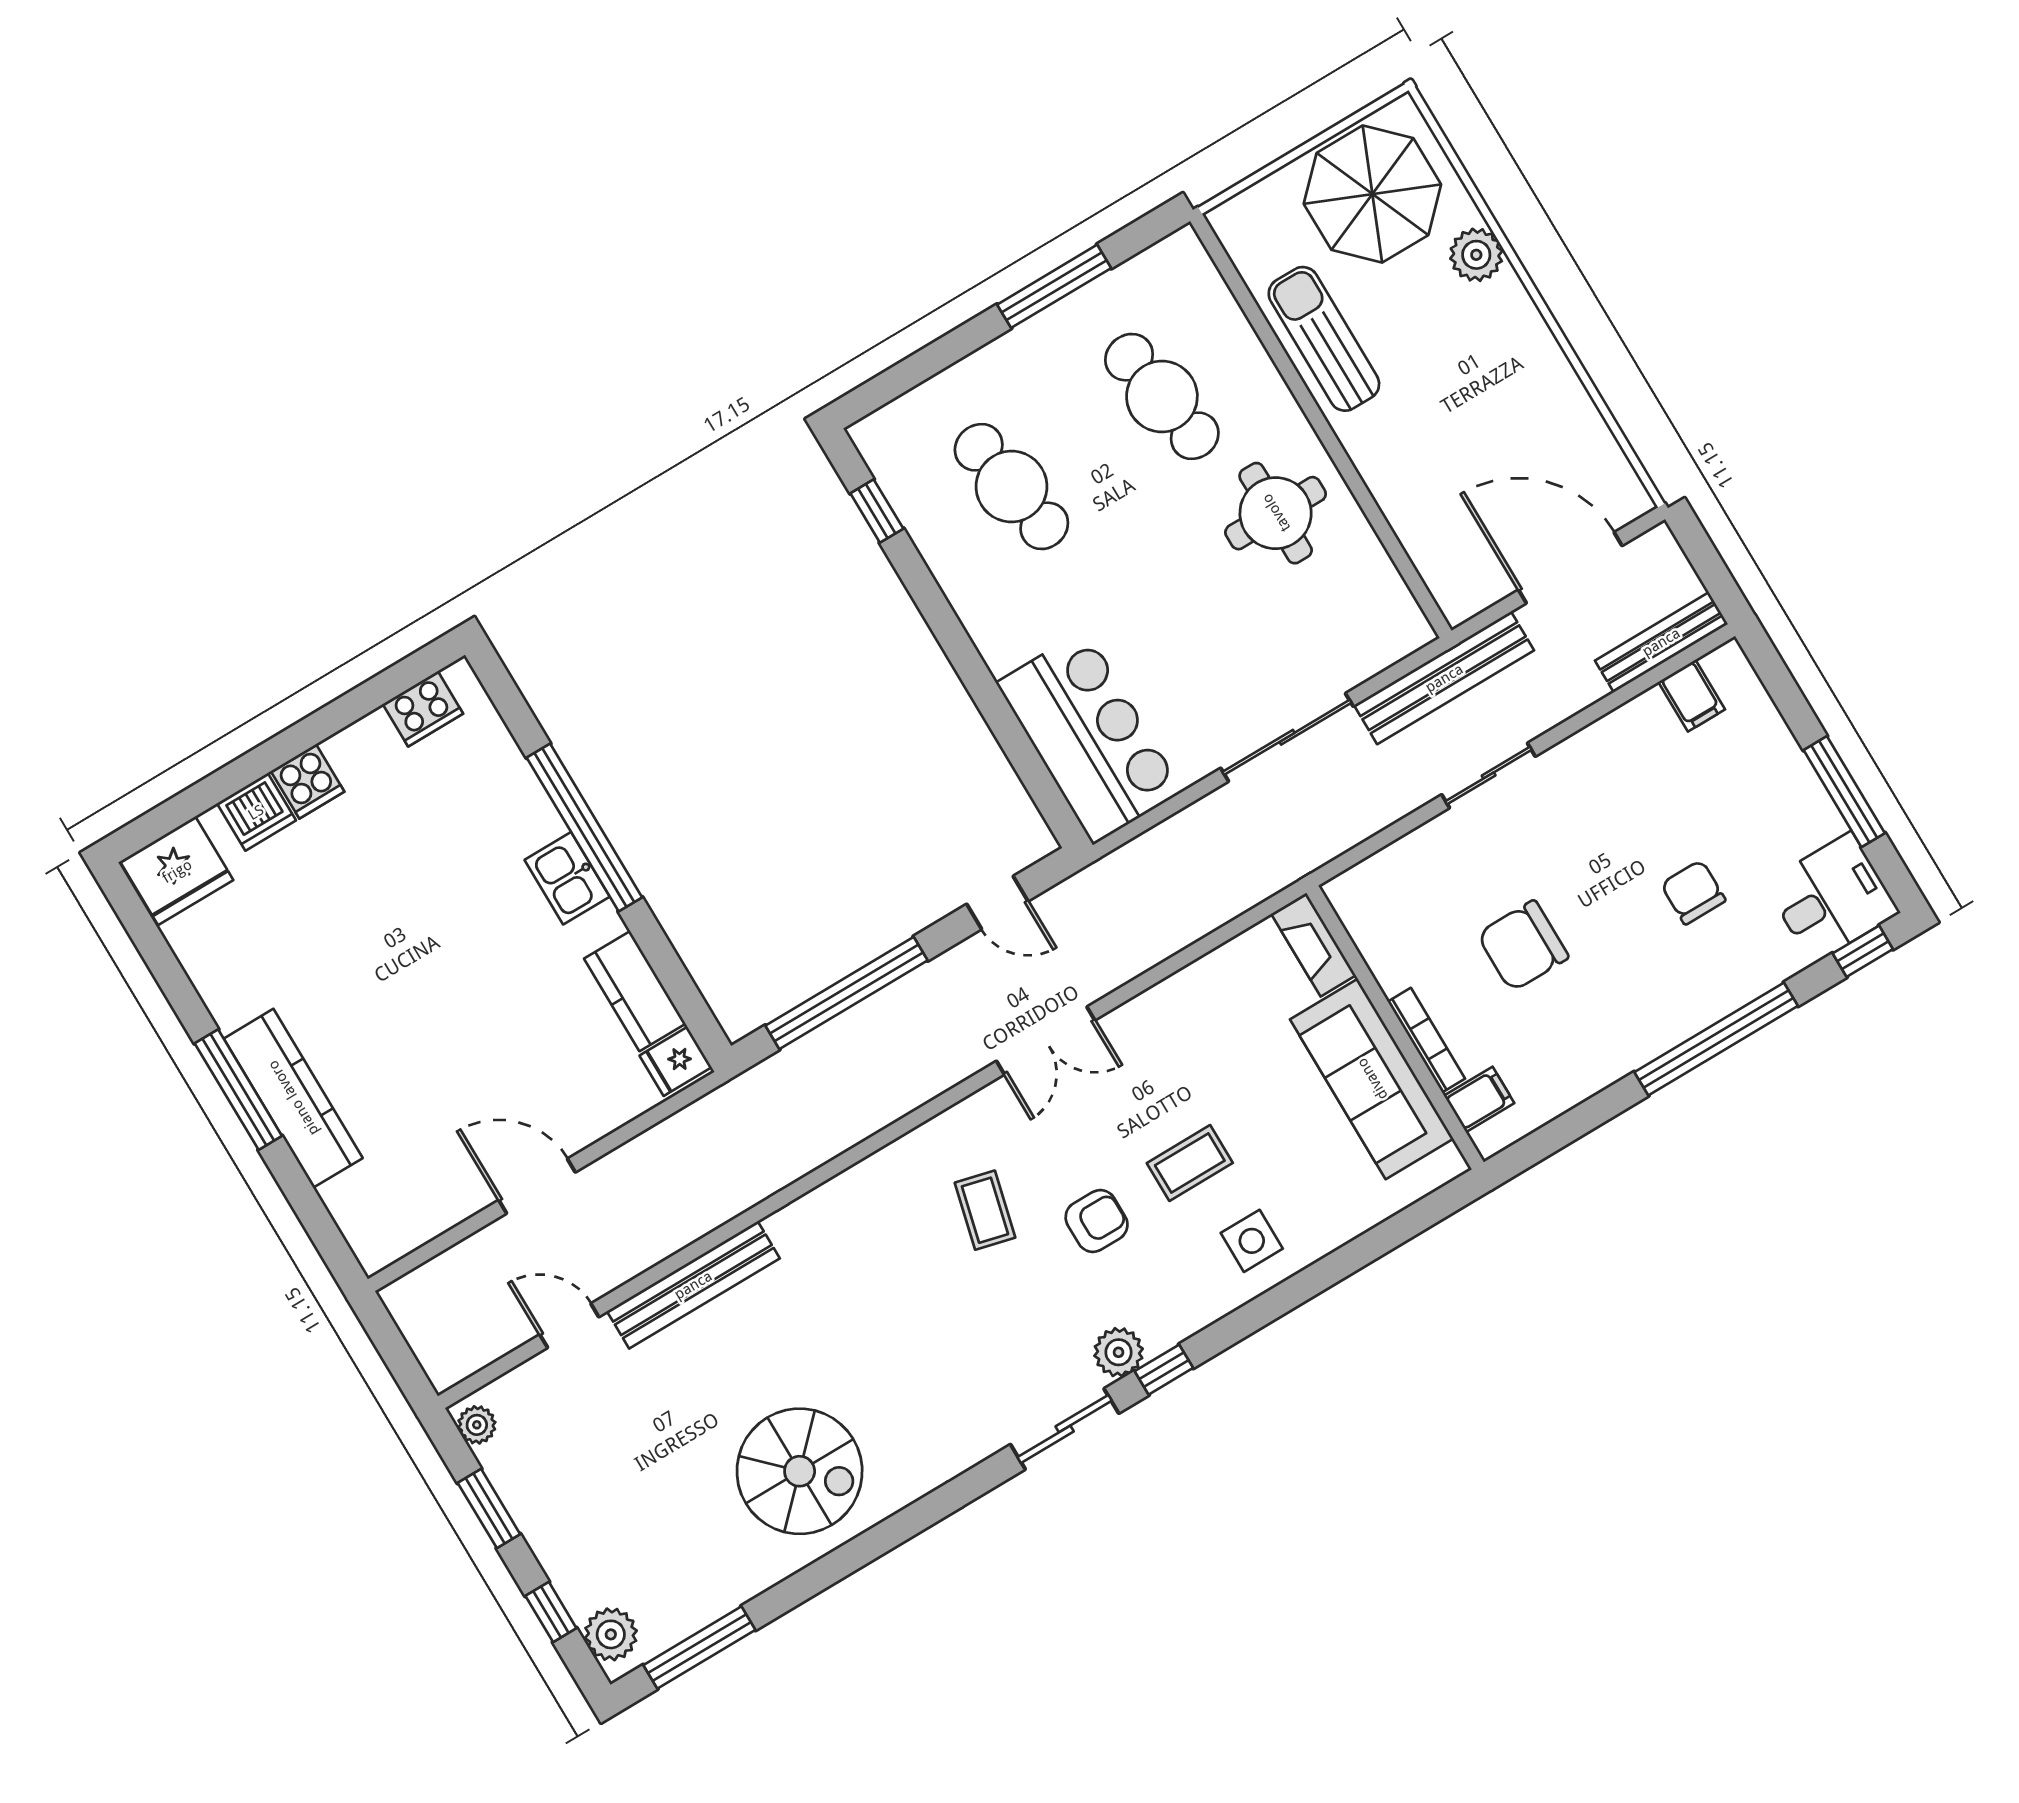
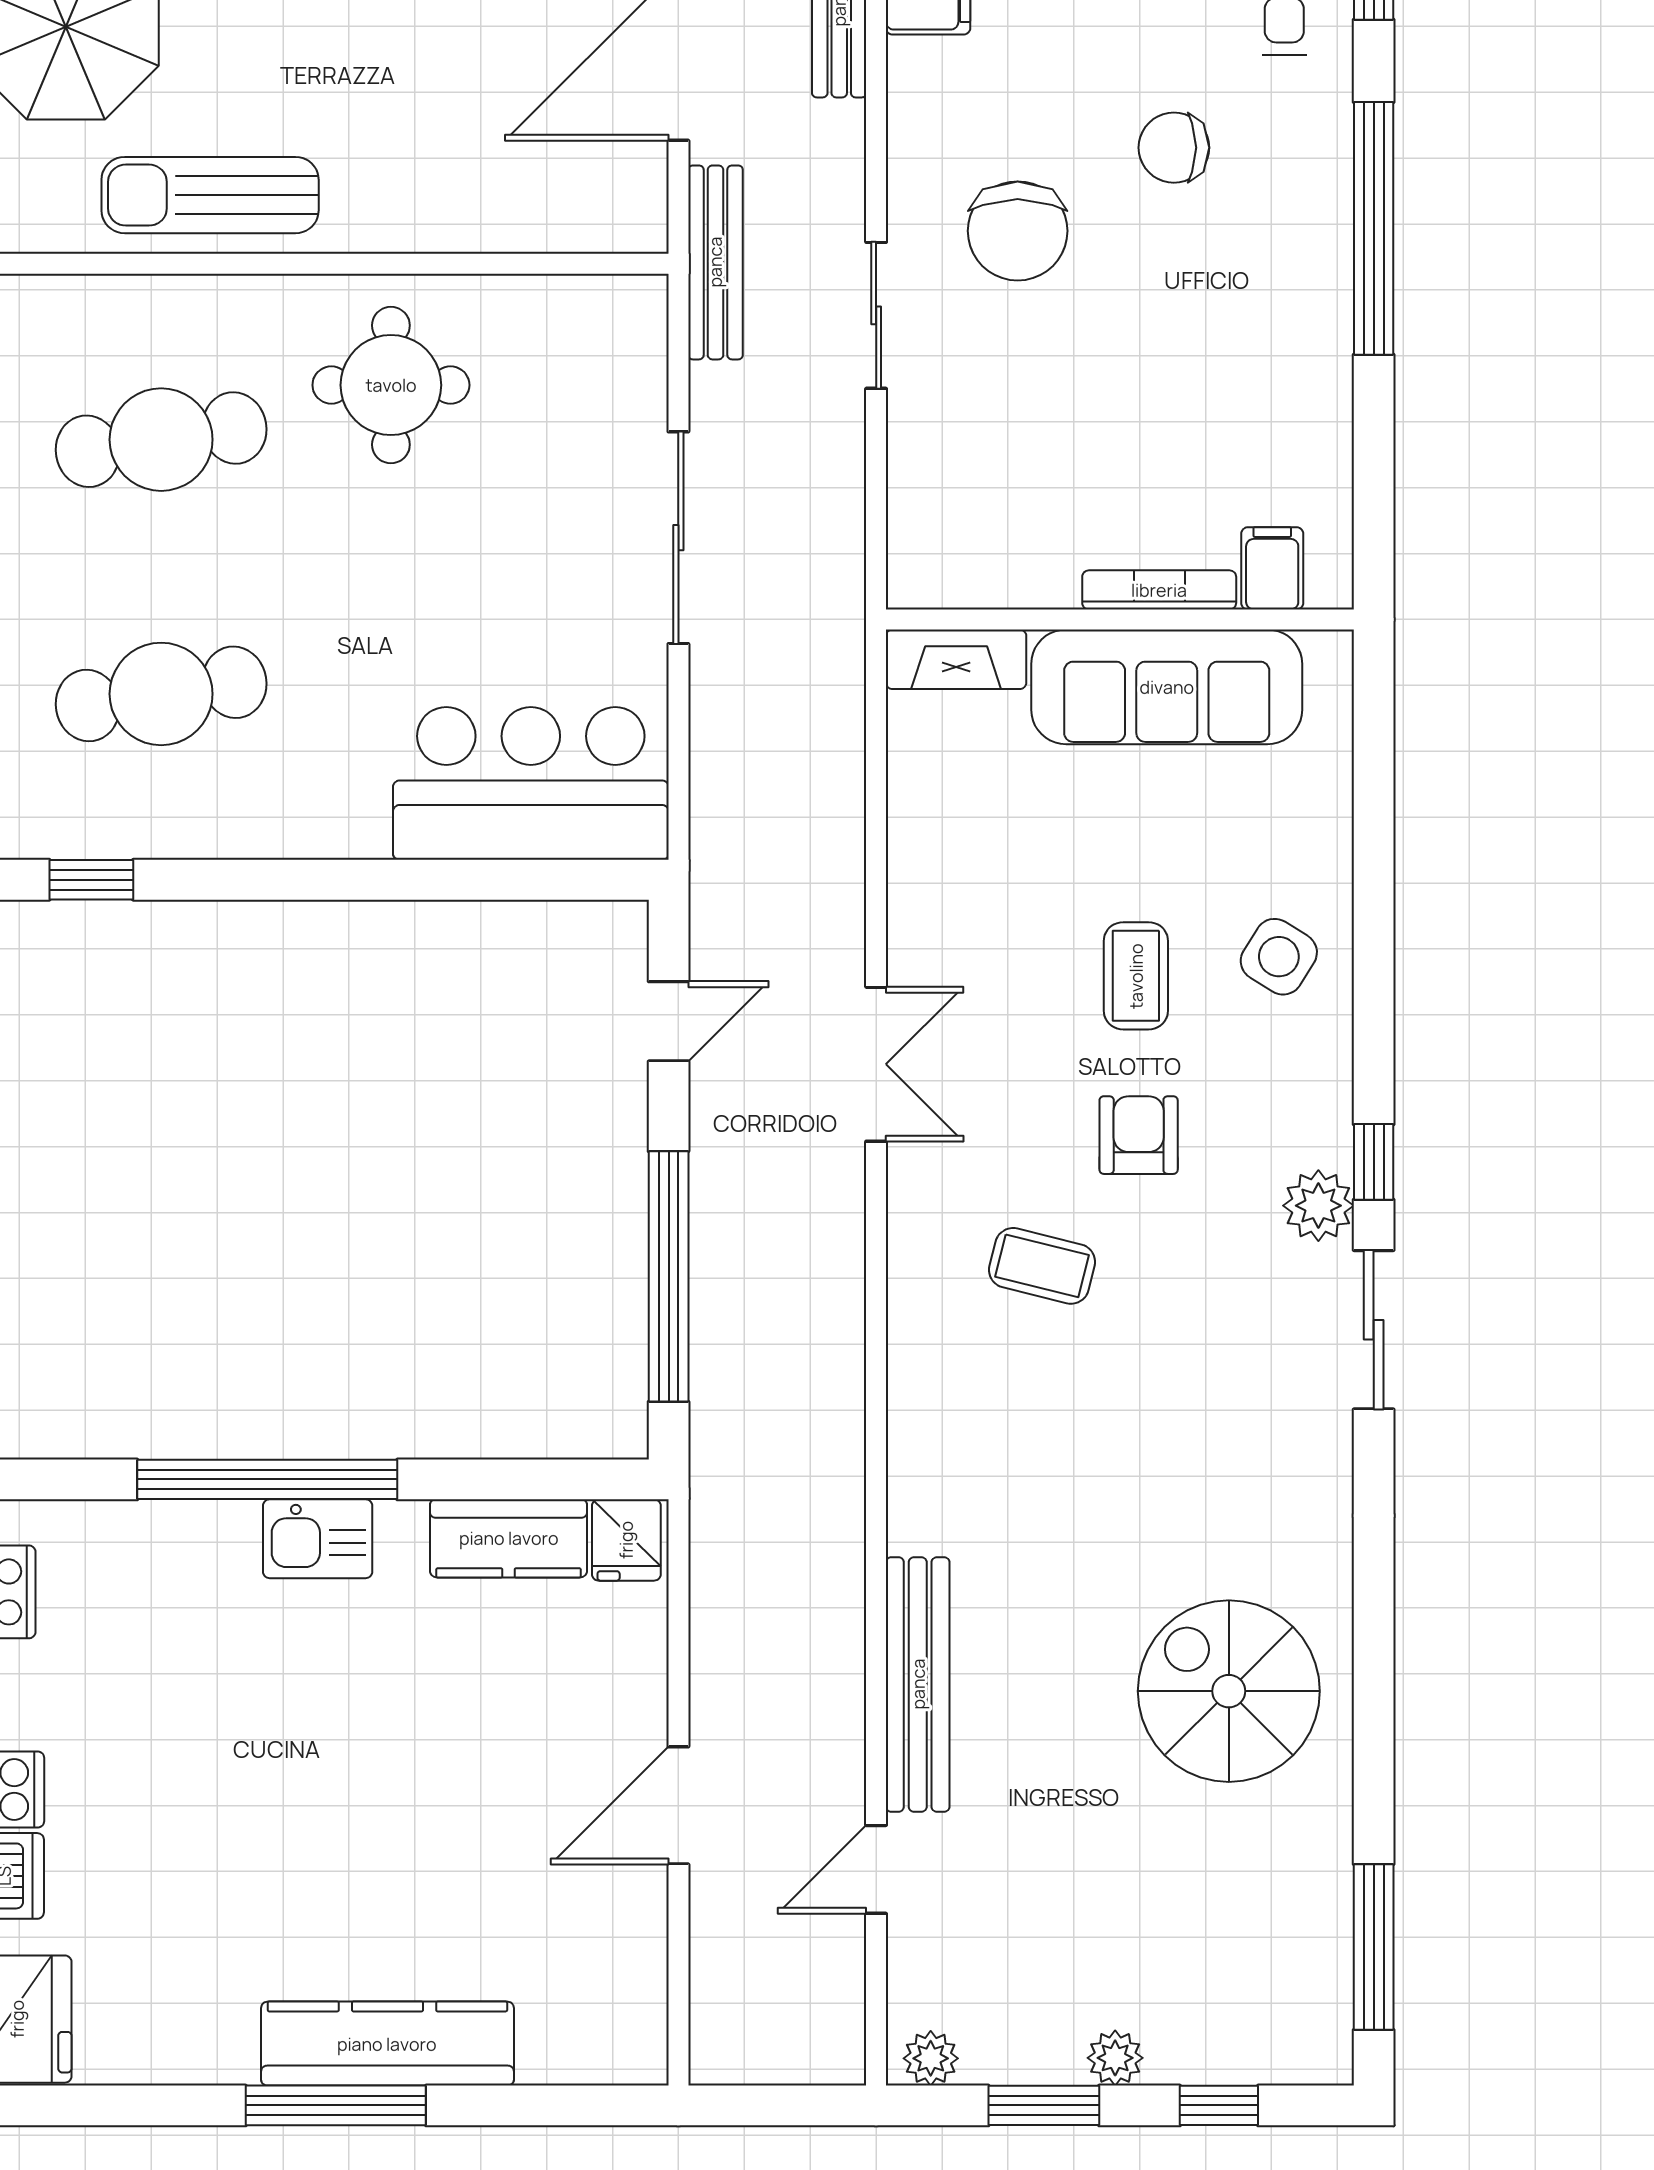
bench: (1444, 678) -> (715, 262), width x0.73, depth x0.82
chair: (1523, 946) -> (1018, 231), moved
side table: (1252, 1241) -> (1279, 957), turned 32
spiral stairs: (800, 1471) -> (1229, 1691), turned -90
plant: (611, 1634) -> (1115, 2058), moved, width x0.73, depth x0.73

